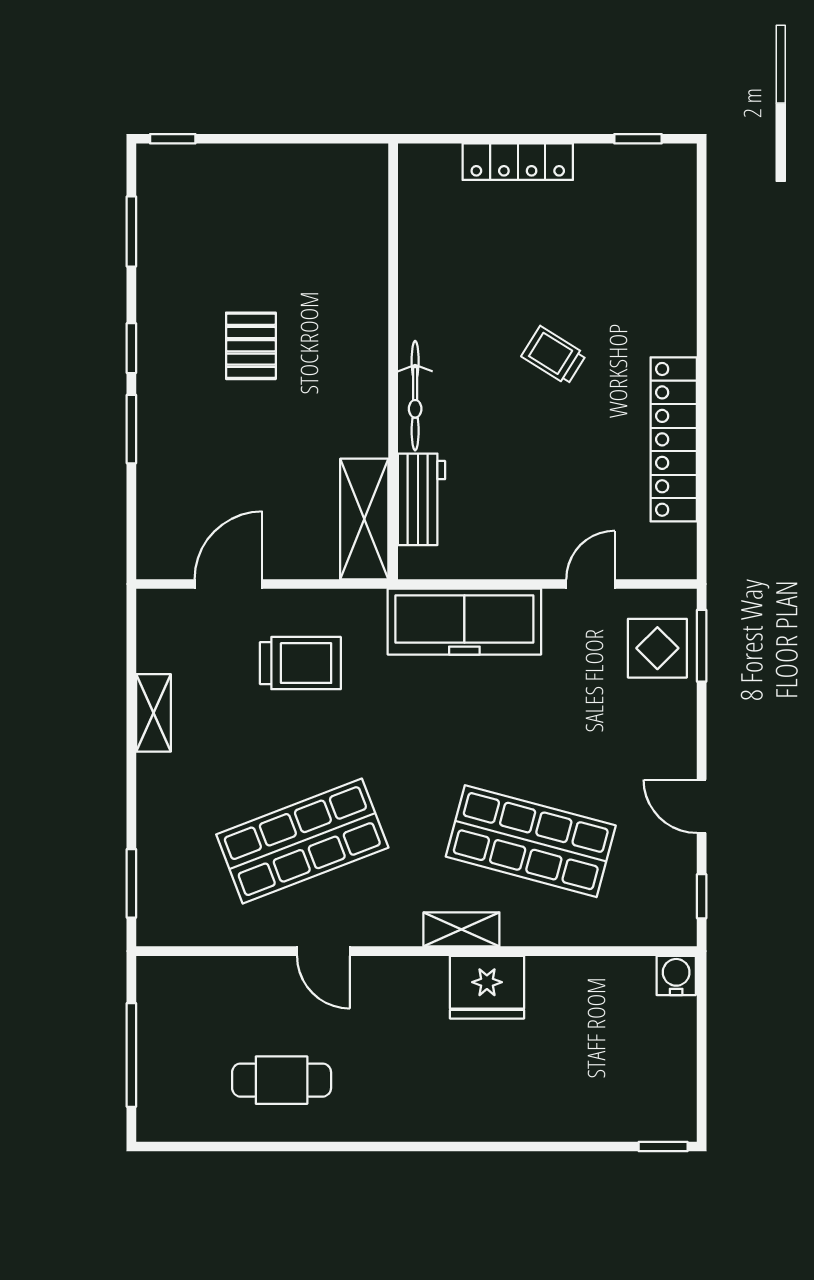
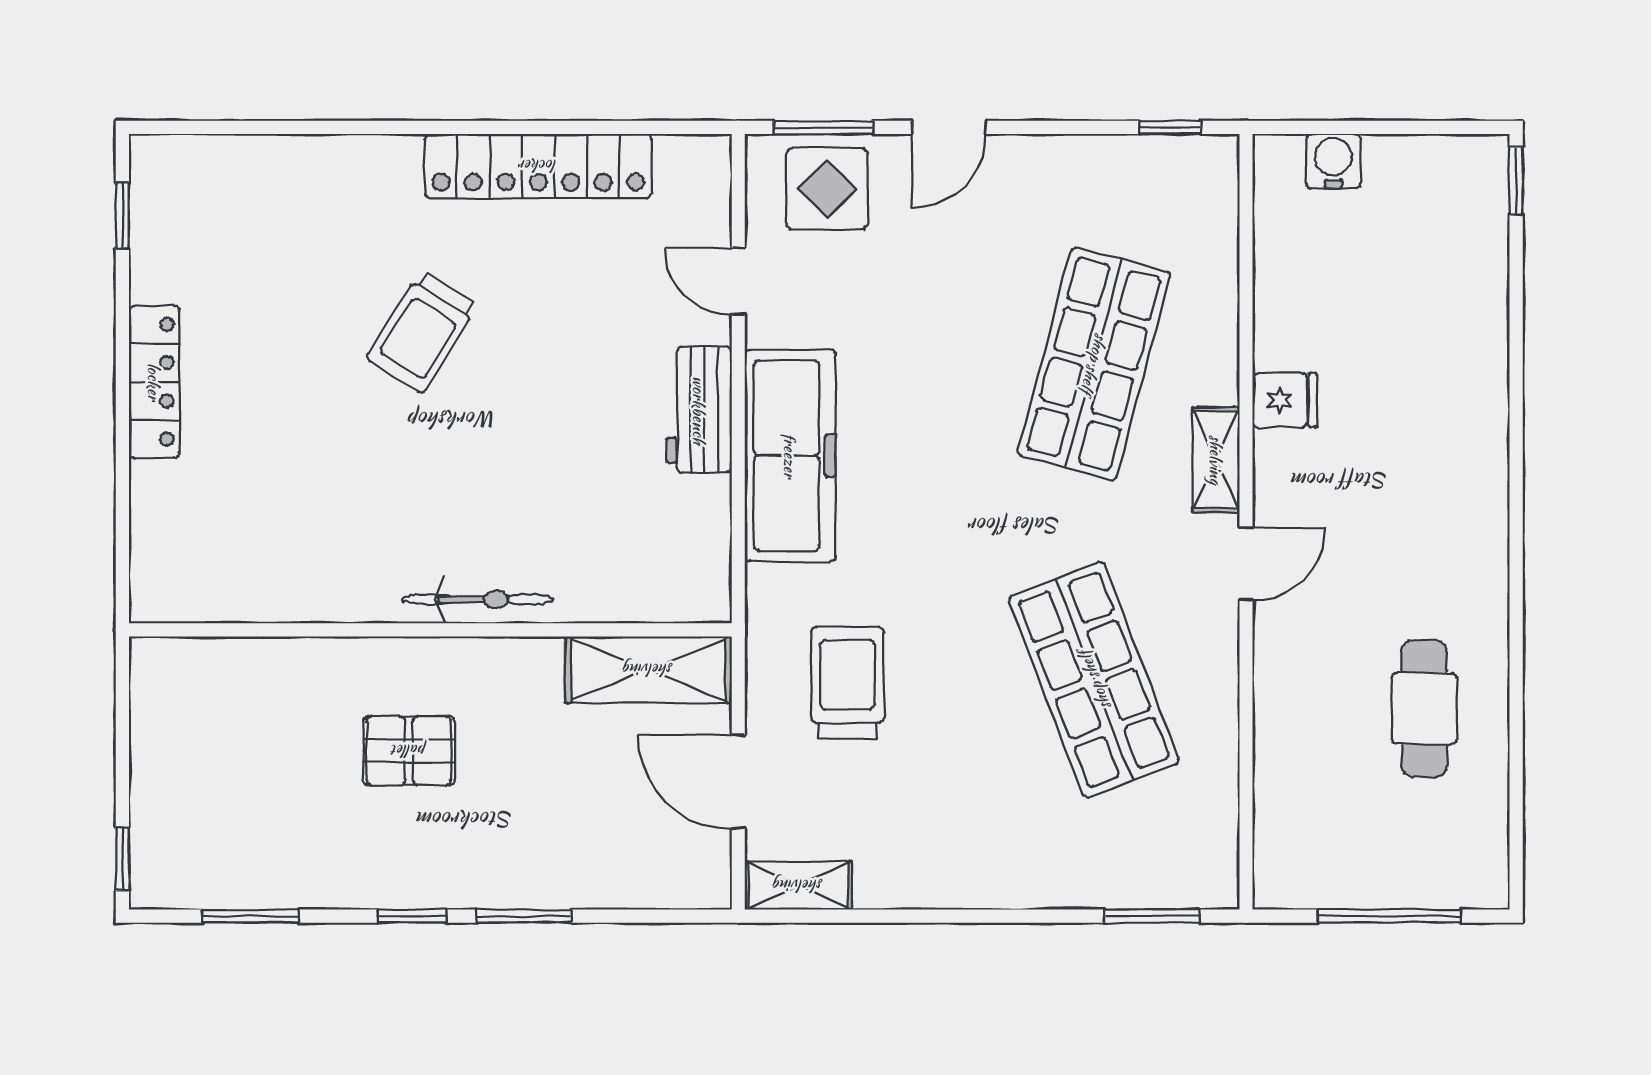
trolley: (554, 355) -> (422, 332), width x1.36, depth x1.39
wall: (393, 361) -> (430, 630), moved
bicycle: (415, 396) -> (478, 599), moved
workbench: (421, 499) -> (699, 410), moved, turned -90
shelving: (364, 519) -> (648, 670), moved
shelving: (153, 713) -> (798, 886), moved
door: (702, 806) -> (949, 127), moved
door: (323, 951) -> (1246, 564), moved
water cooler: (676, 975) -> (1333, 161), moved, turned 90
fridge: (487, 987) -> (1285, 400), width x0.53, depth x0.75

